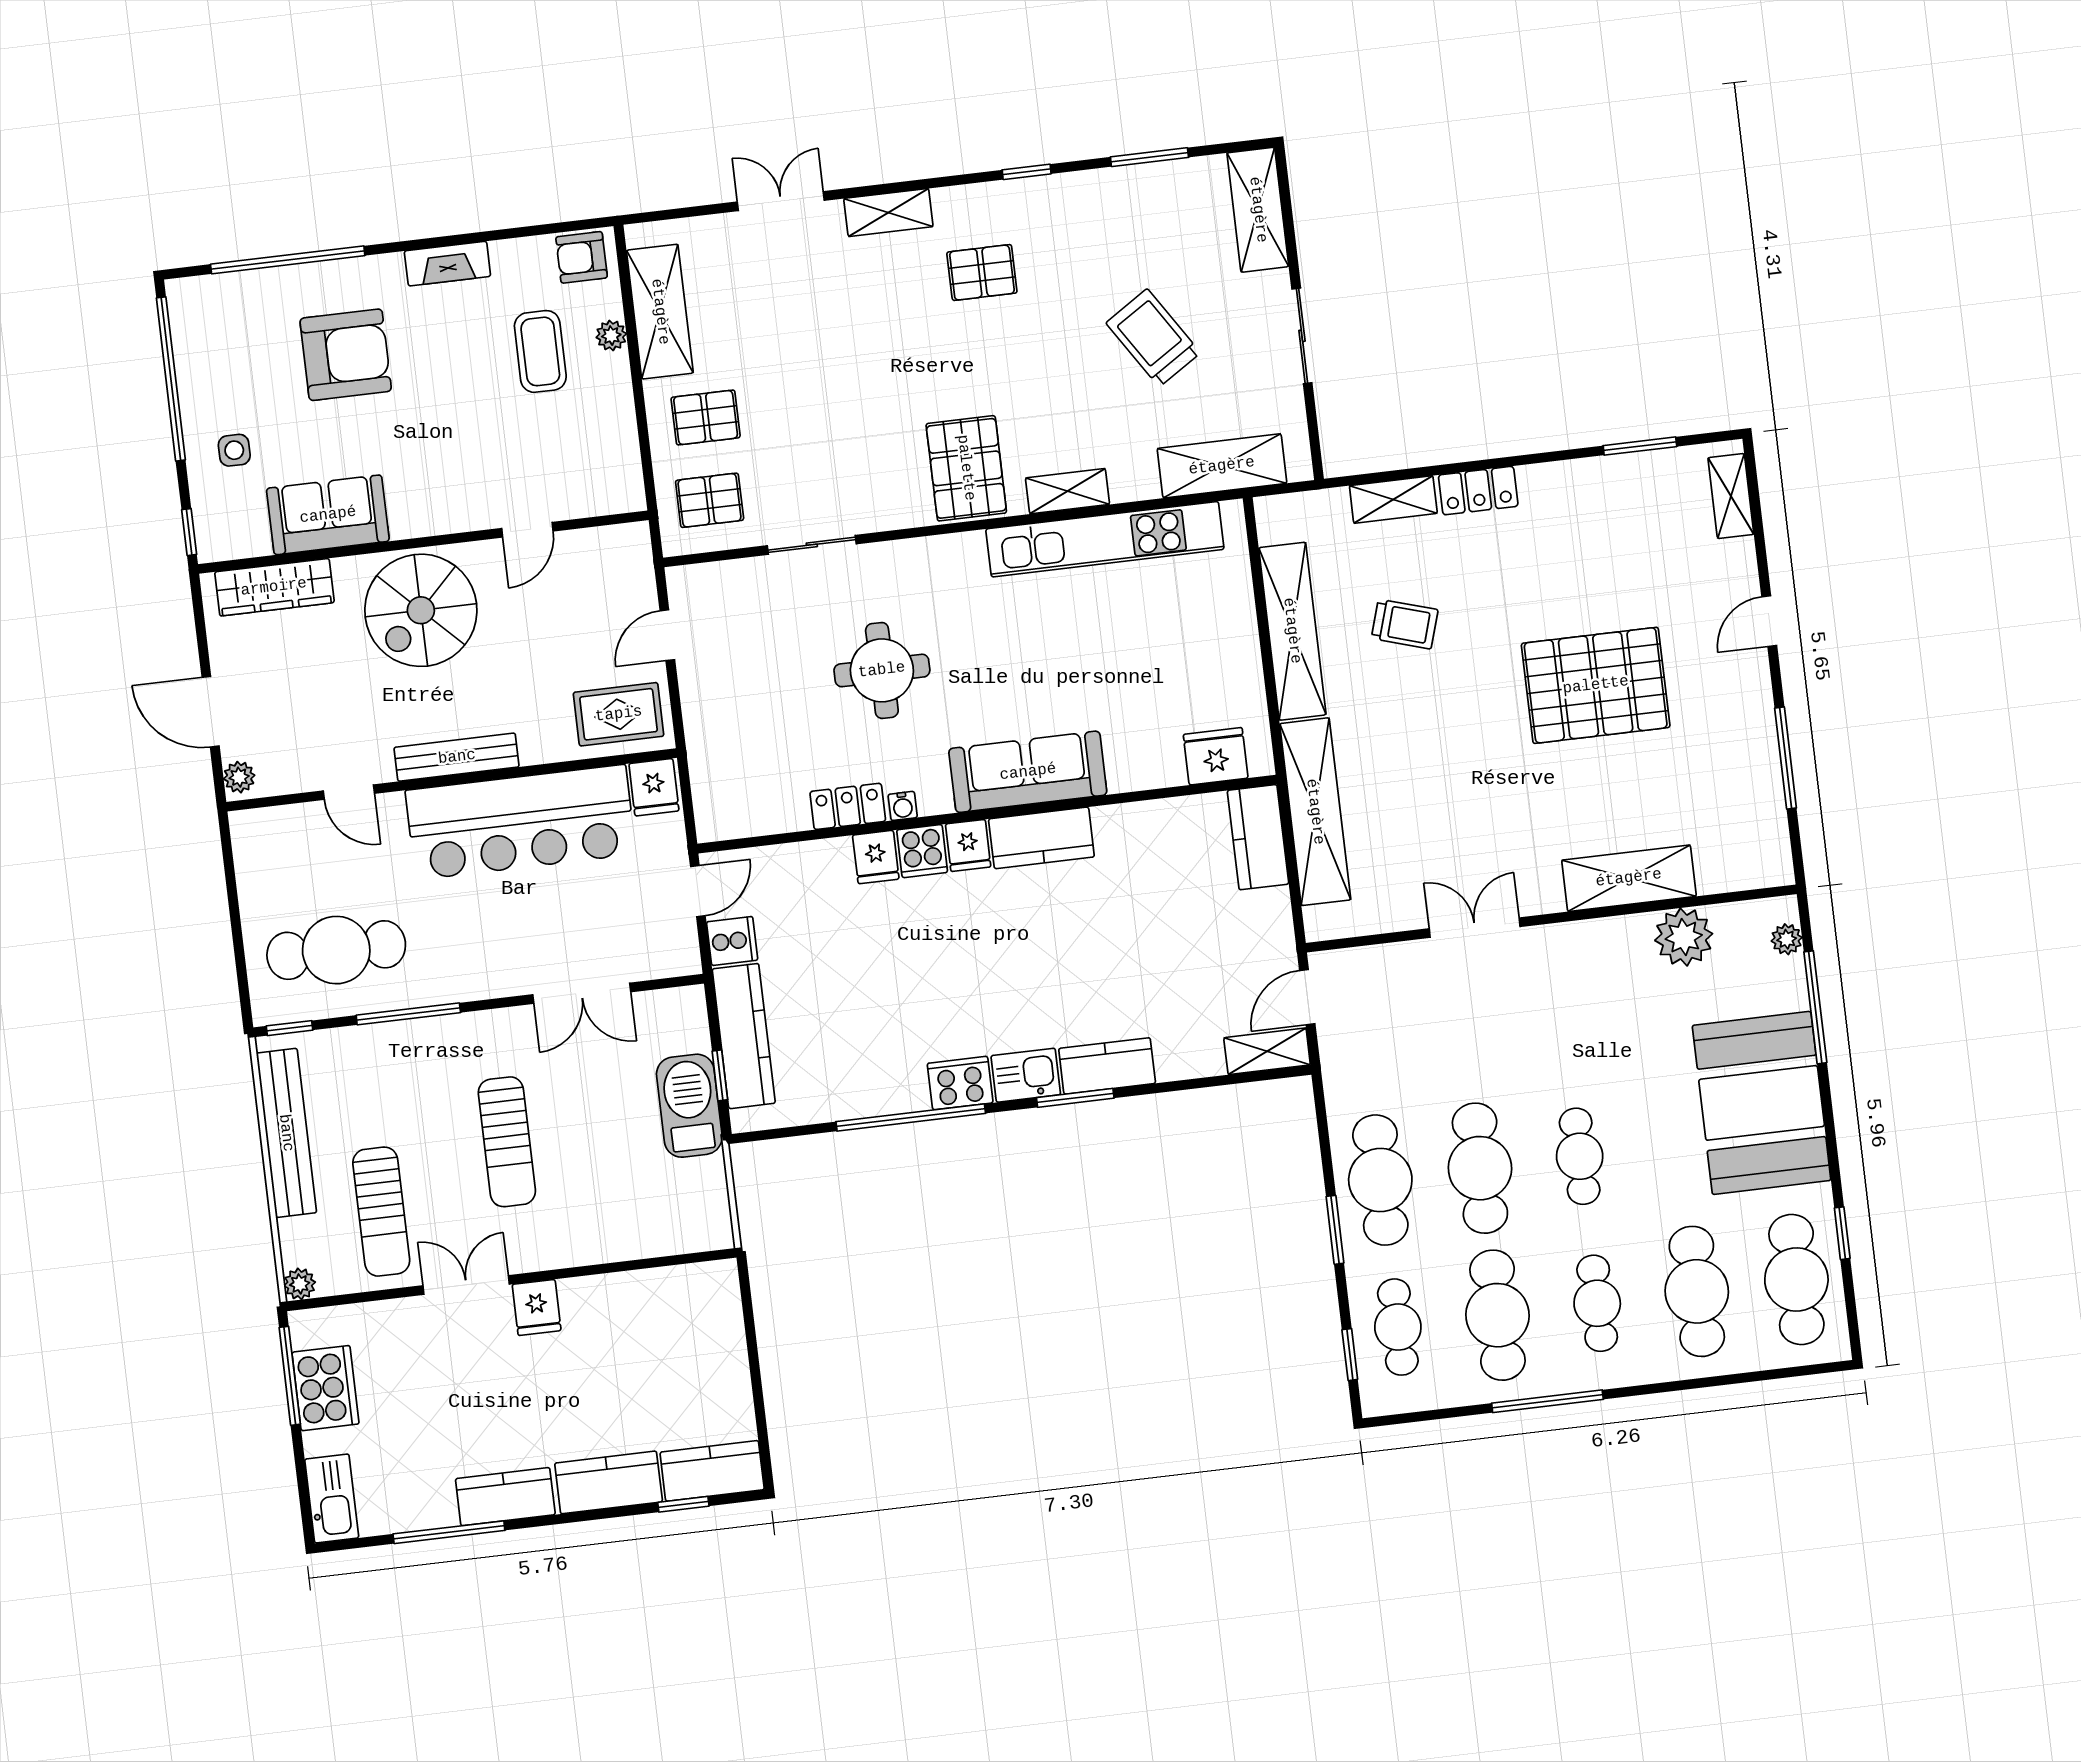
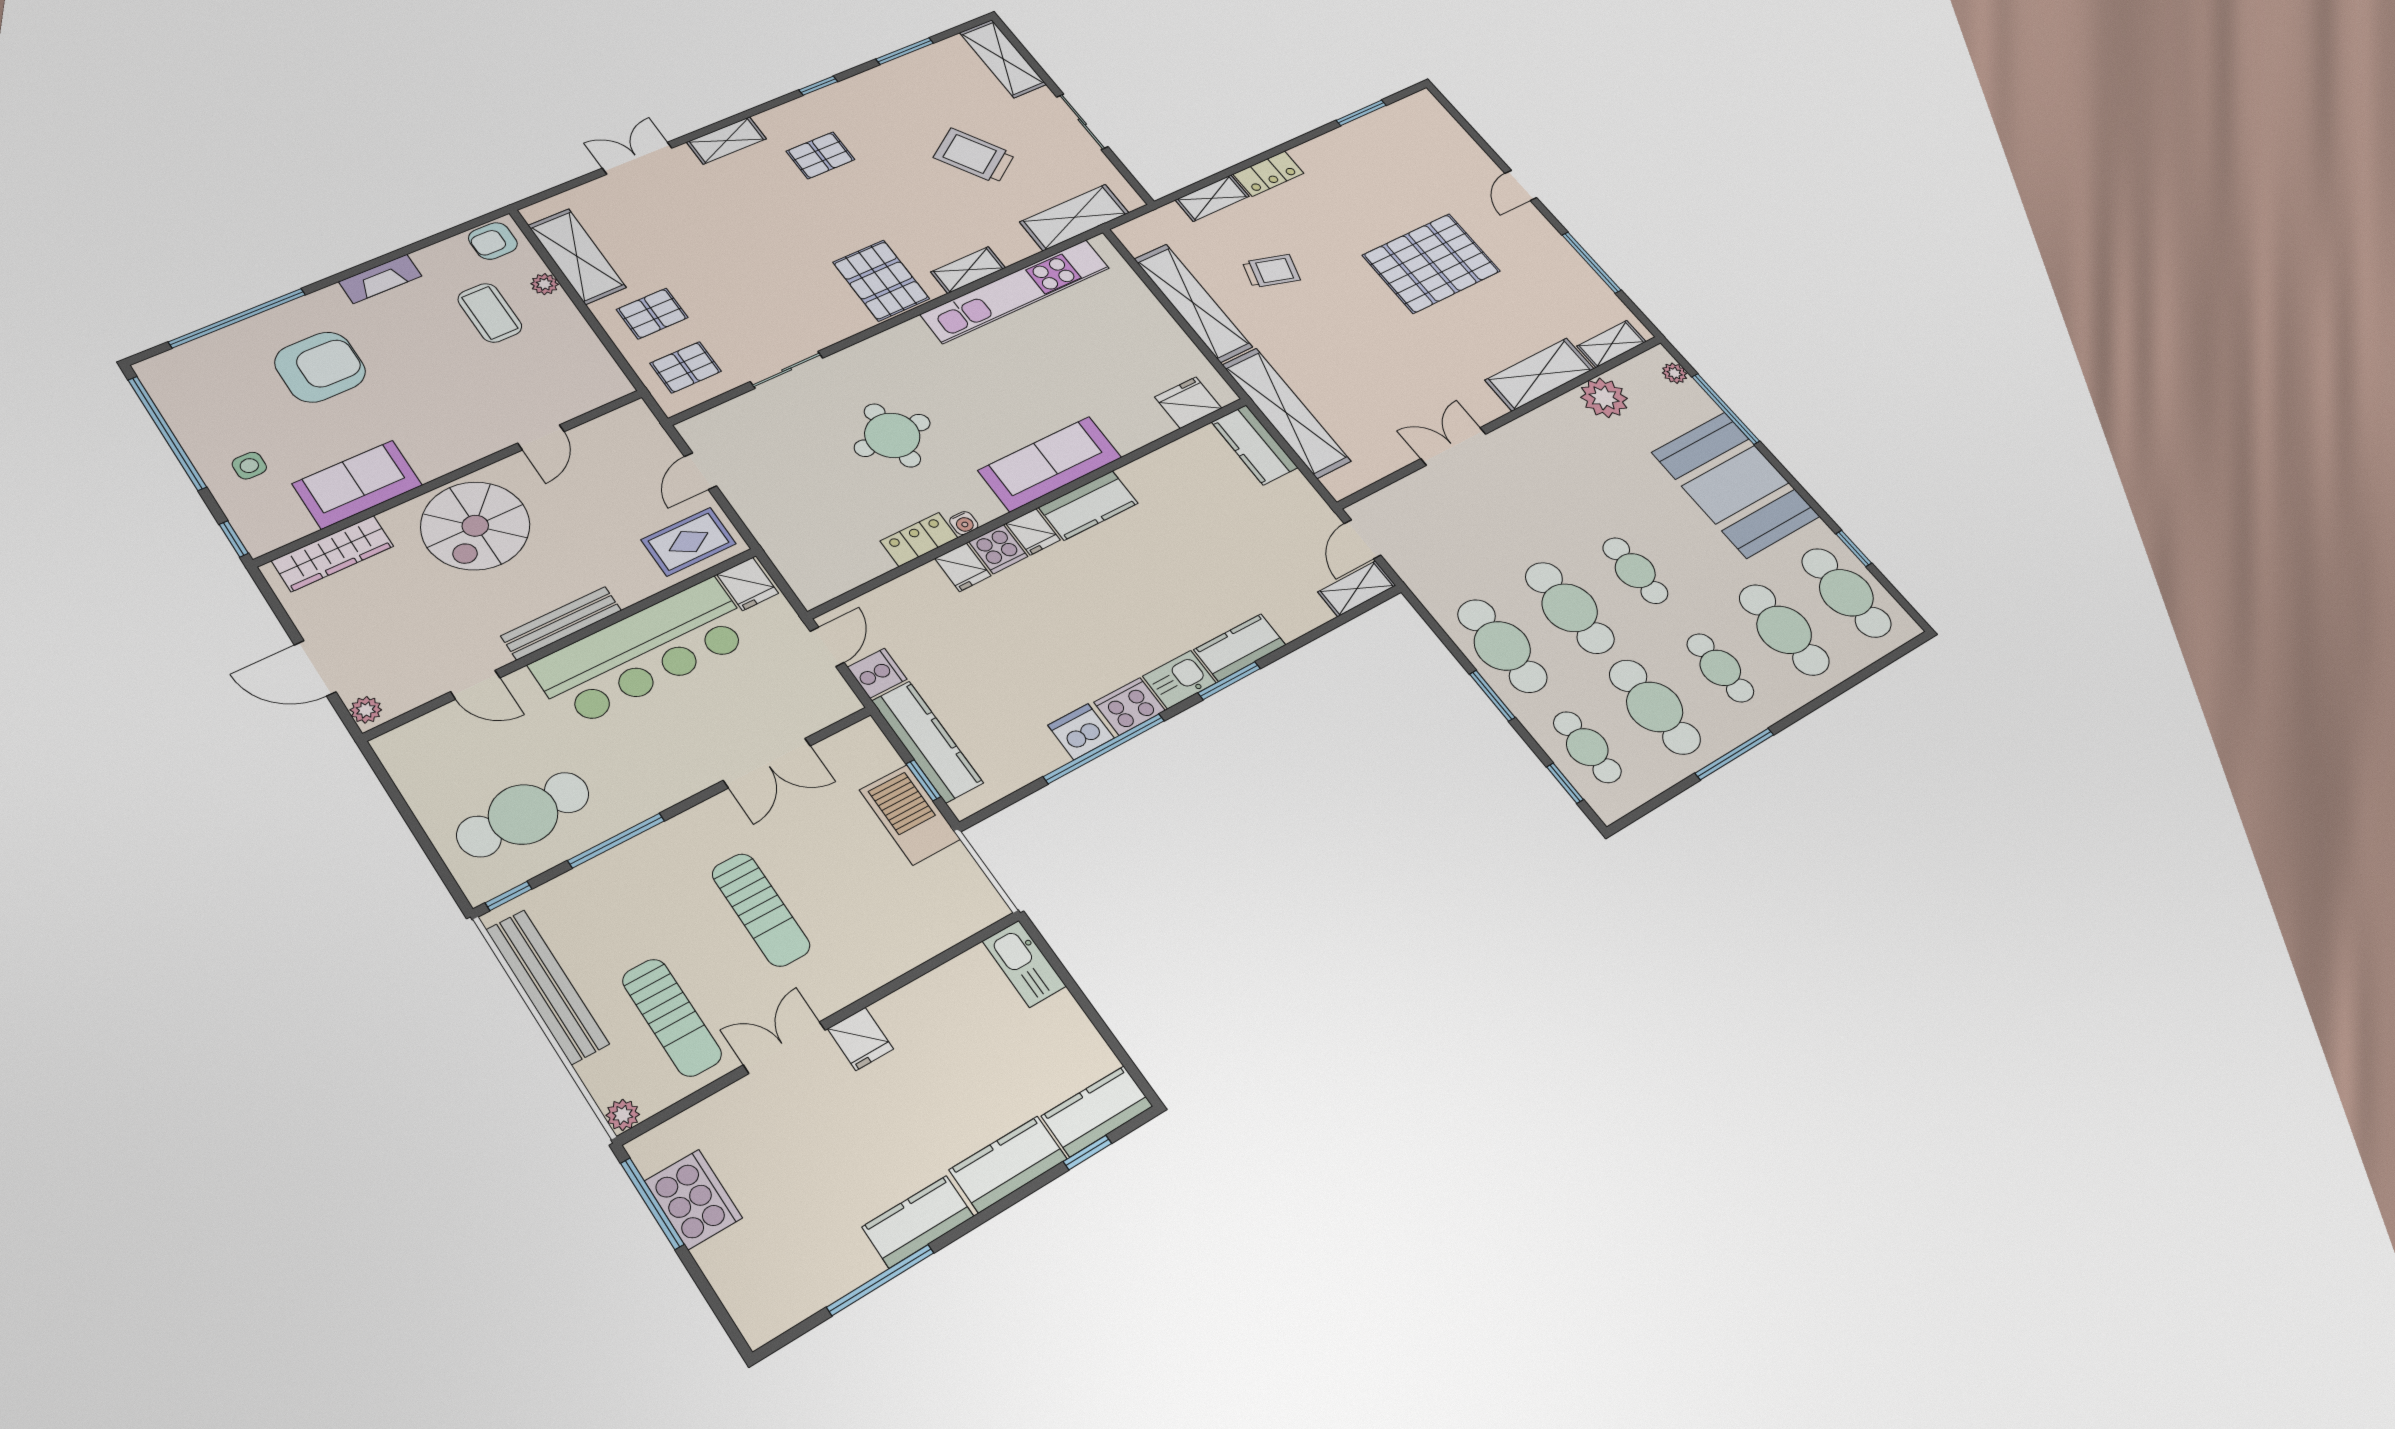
shelving: (1731, 496) -> (1611, 344), moved, turned 90
dishwasher: (898, 1090) -> (1081, 732), added
kitchen sink: (332, 1498) -> (1024, 964), moved, turned 180

